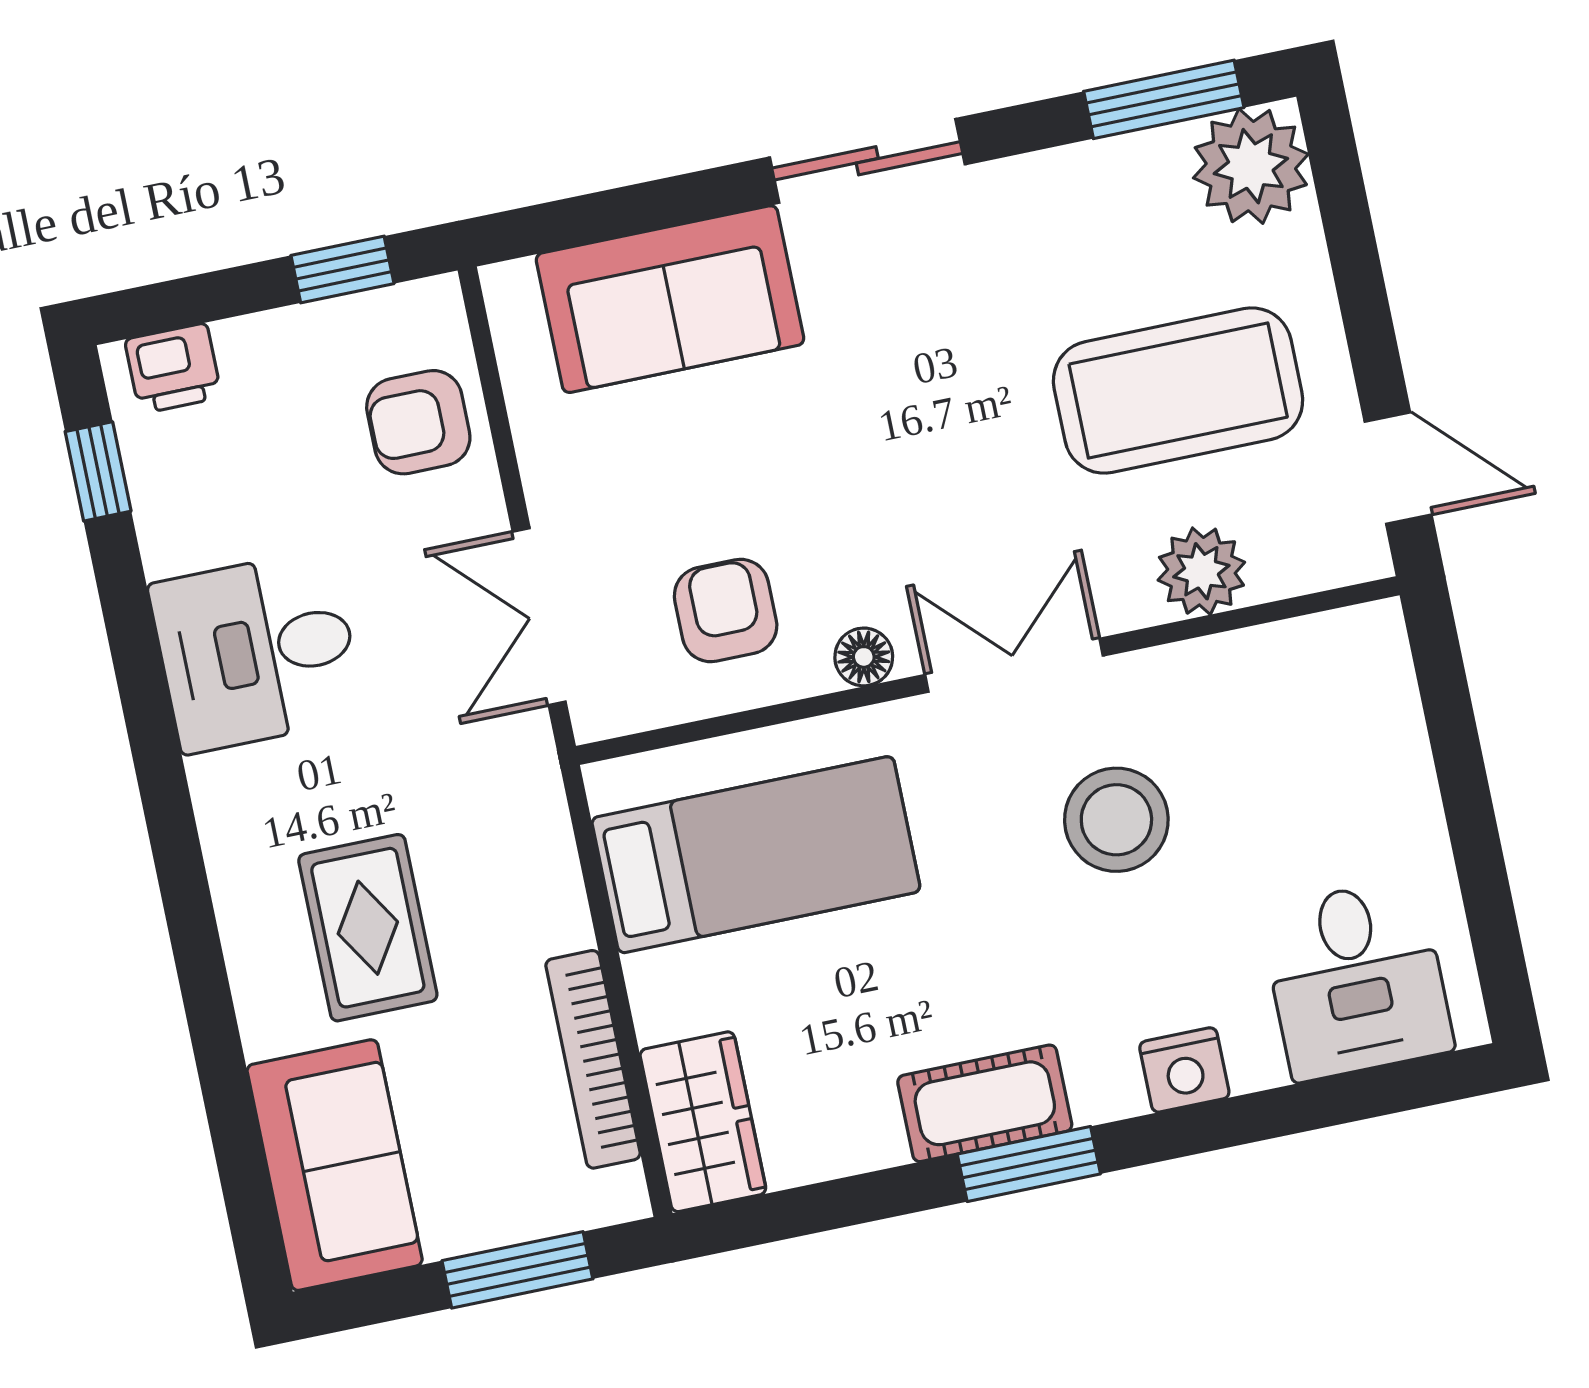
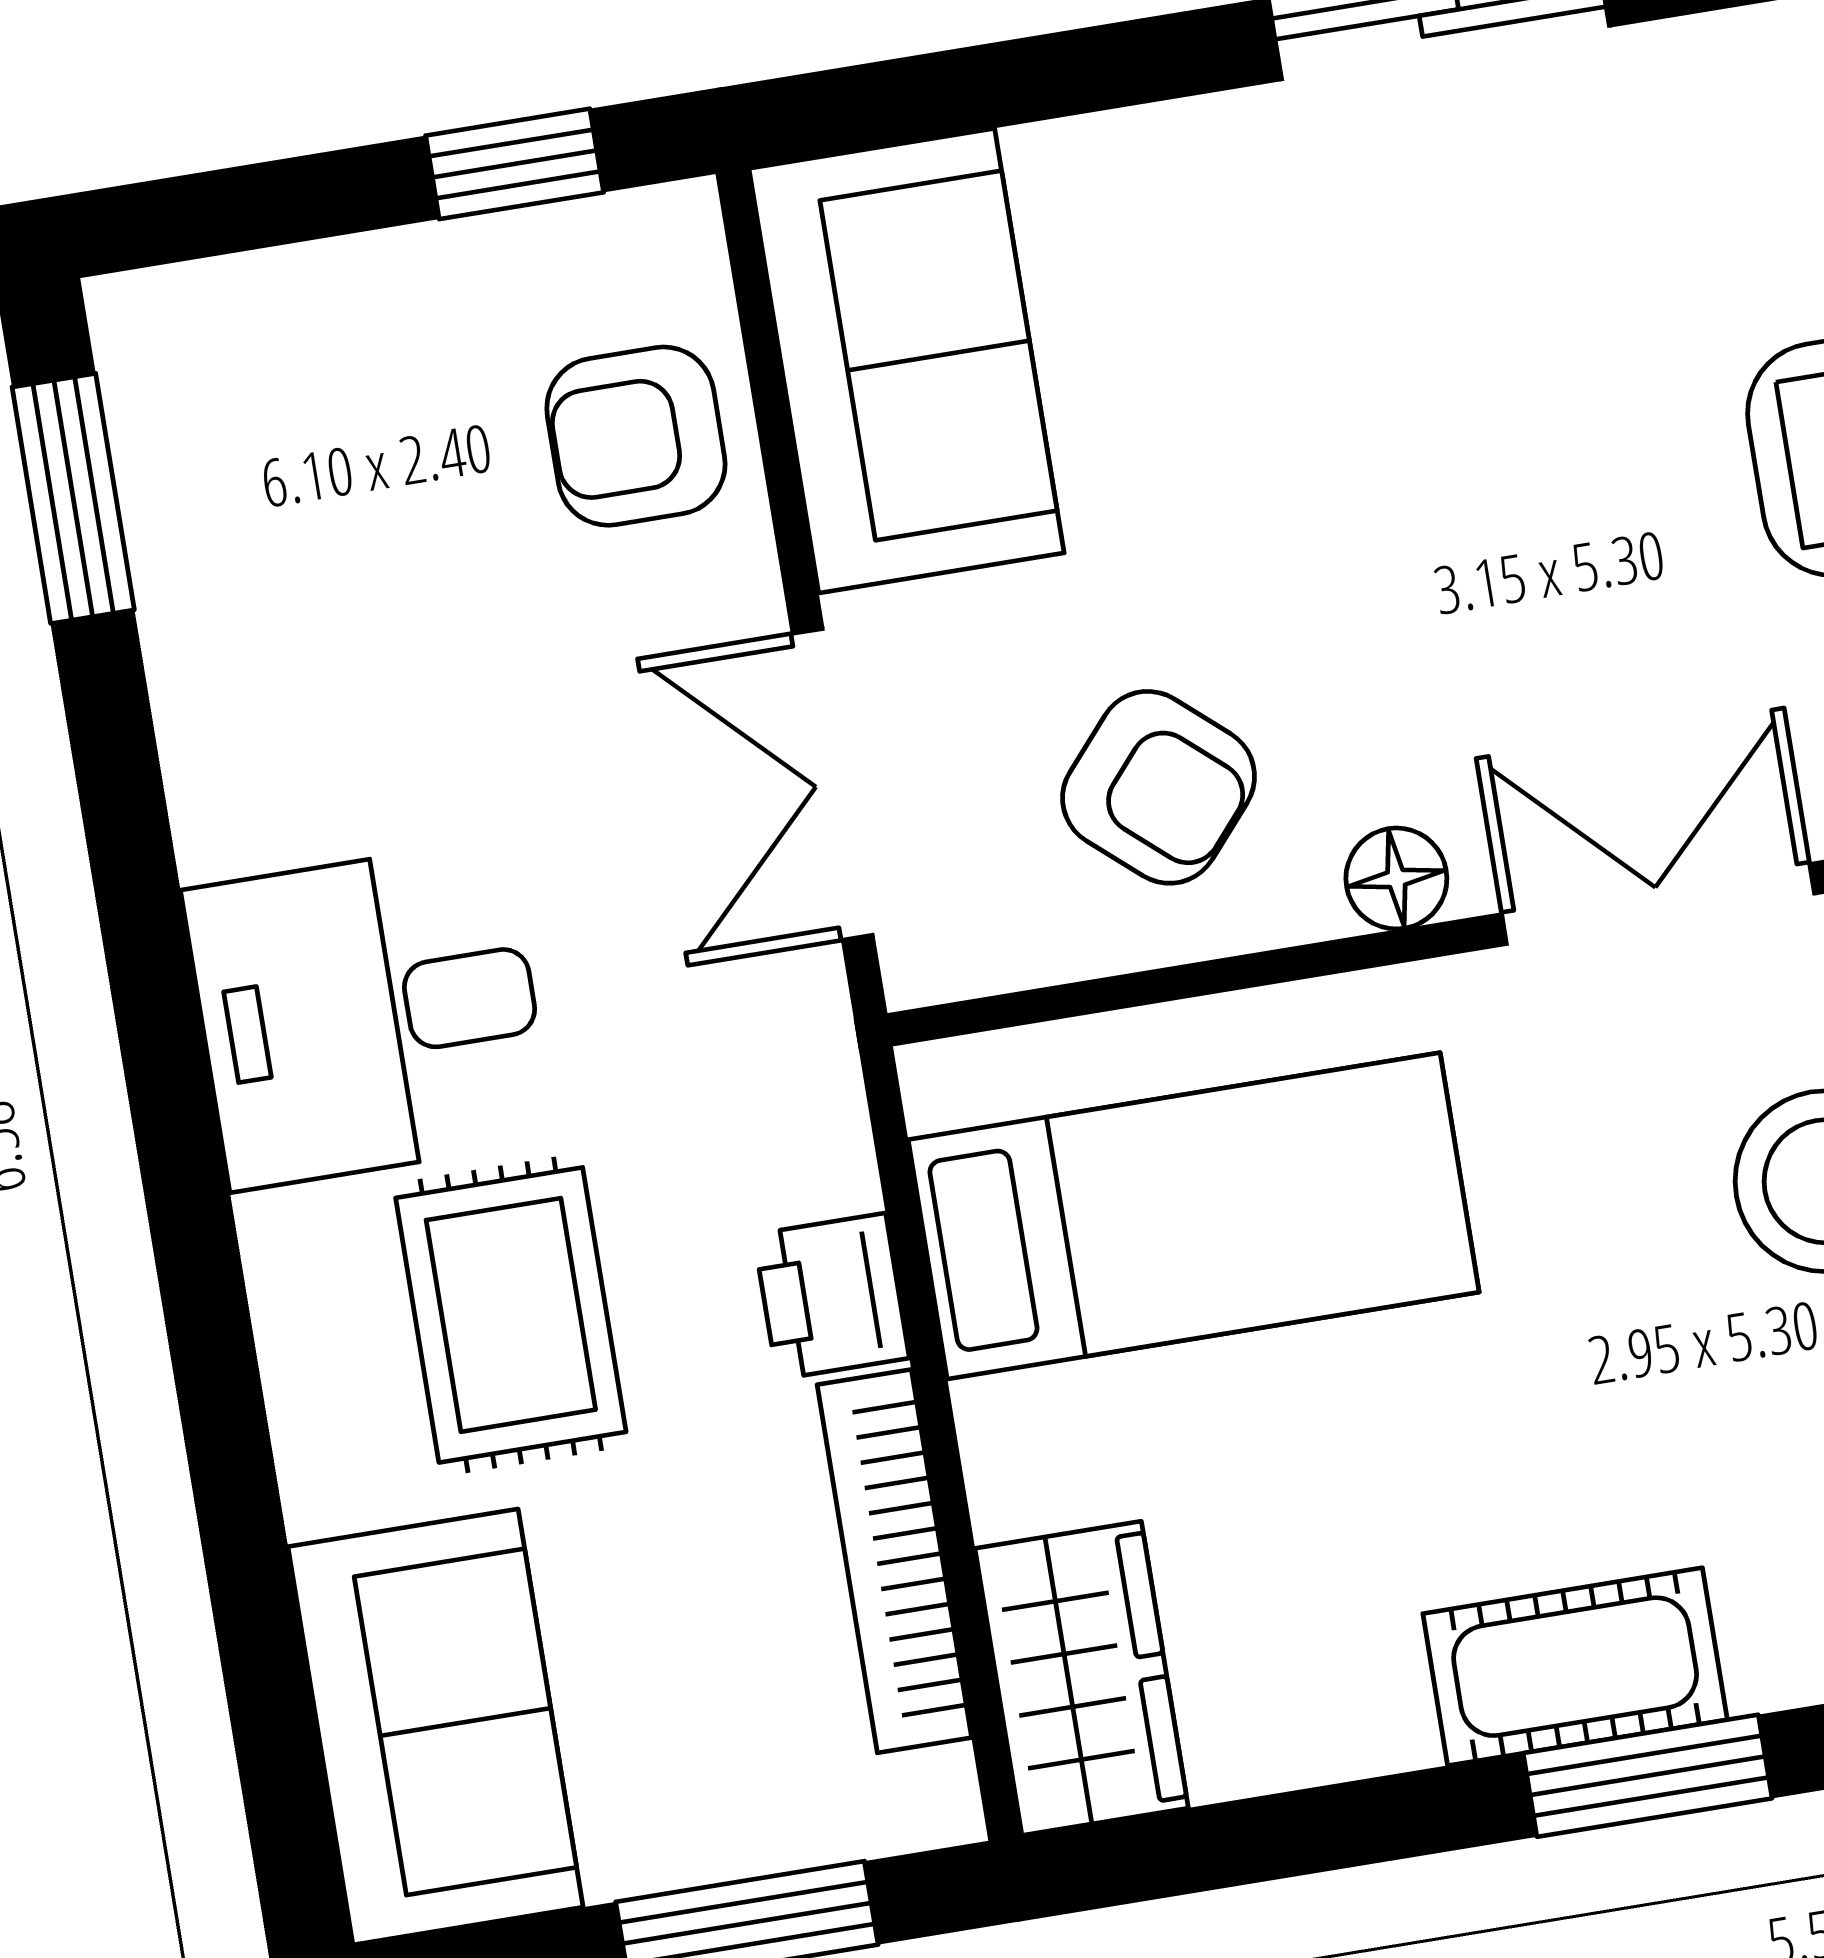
sofa: (670, 299) -> (907, 361), moved, turned -90
printer: (173, 368) -> (831, 1296), moved, turned 90
window: (98, 471) -> (73, 498), width x1.50
armchair: (726, 611) -> (1159, 787), turned 131
desk: (257, 651) -> (368, 1015), moved

